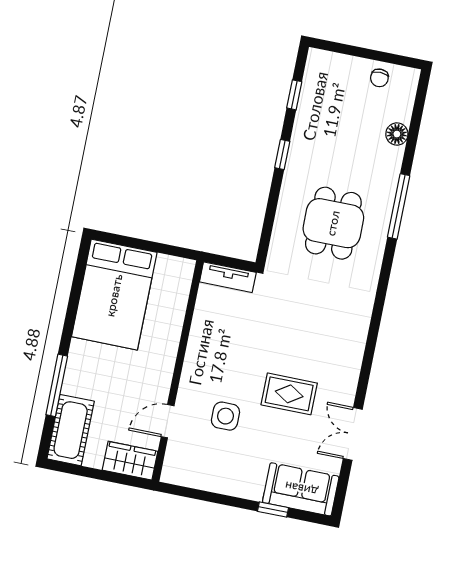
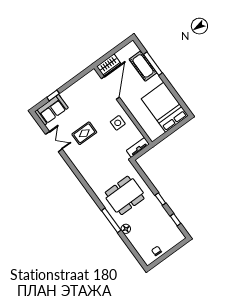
floor lamp: (397, 134) -> (126, 229), moved
dining table: (333, 223) -> (125, 195), width x1.38
side table: (225, 416) -> (118, 123), moved
door: (168, 421) -> (110, 88), width x1.87
cot: (71, 430) -> (143, 66), moved

